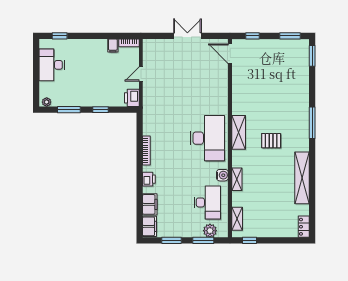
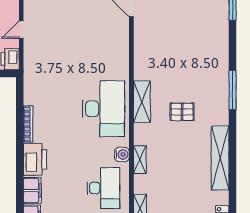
printer: (149, 179) -> (35, 159), width x1.87, depth x1.48

